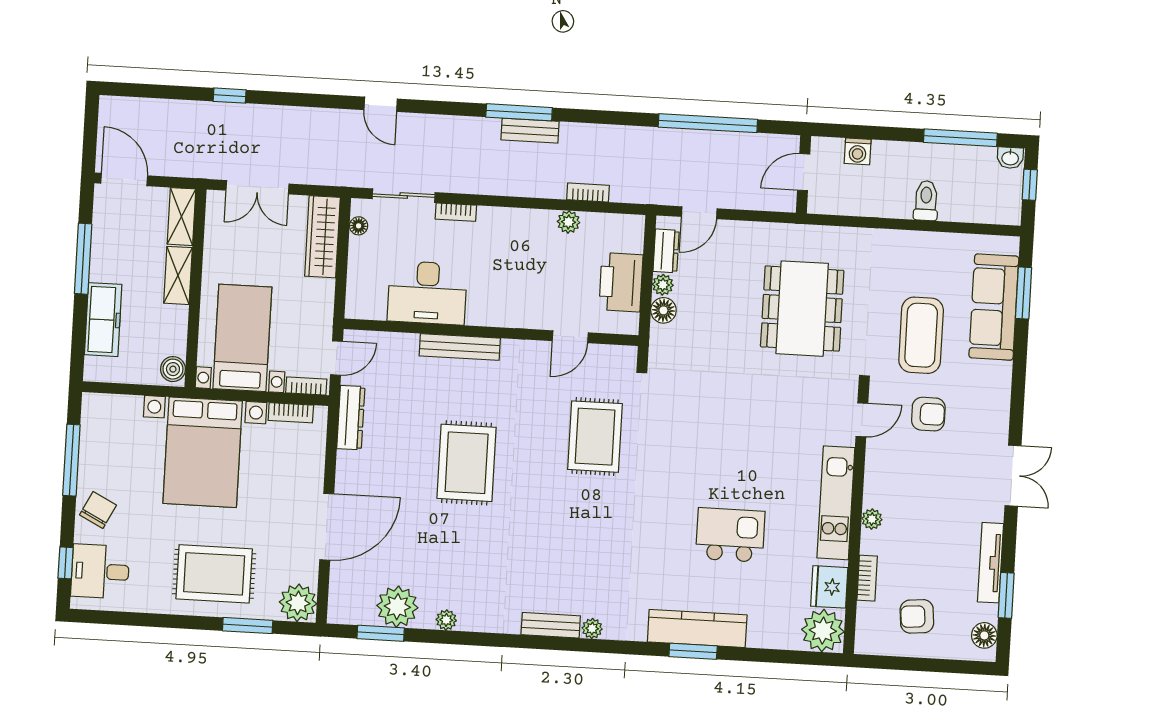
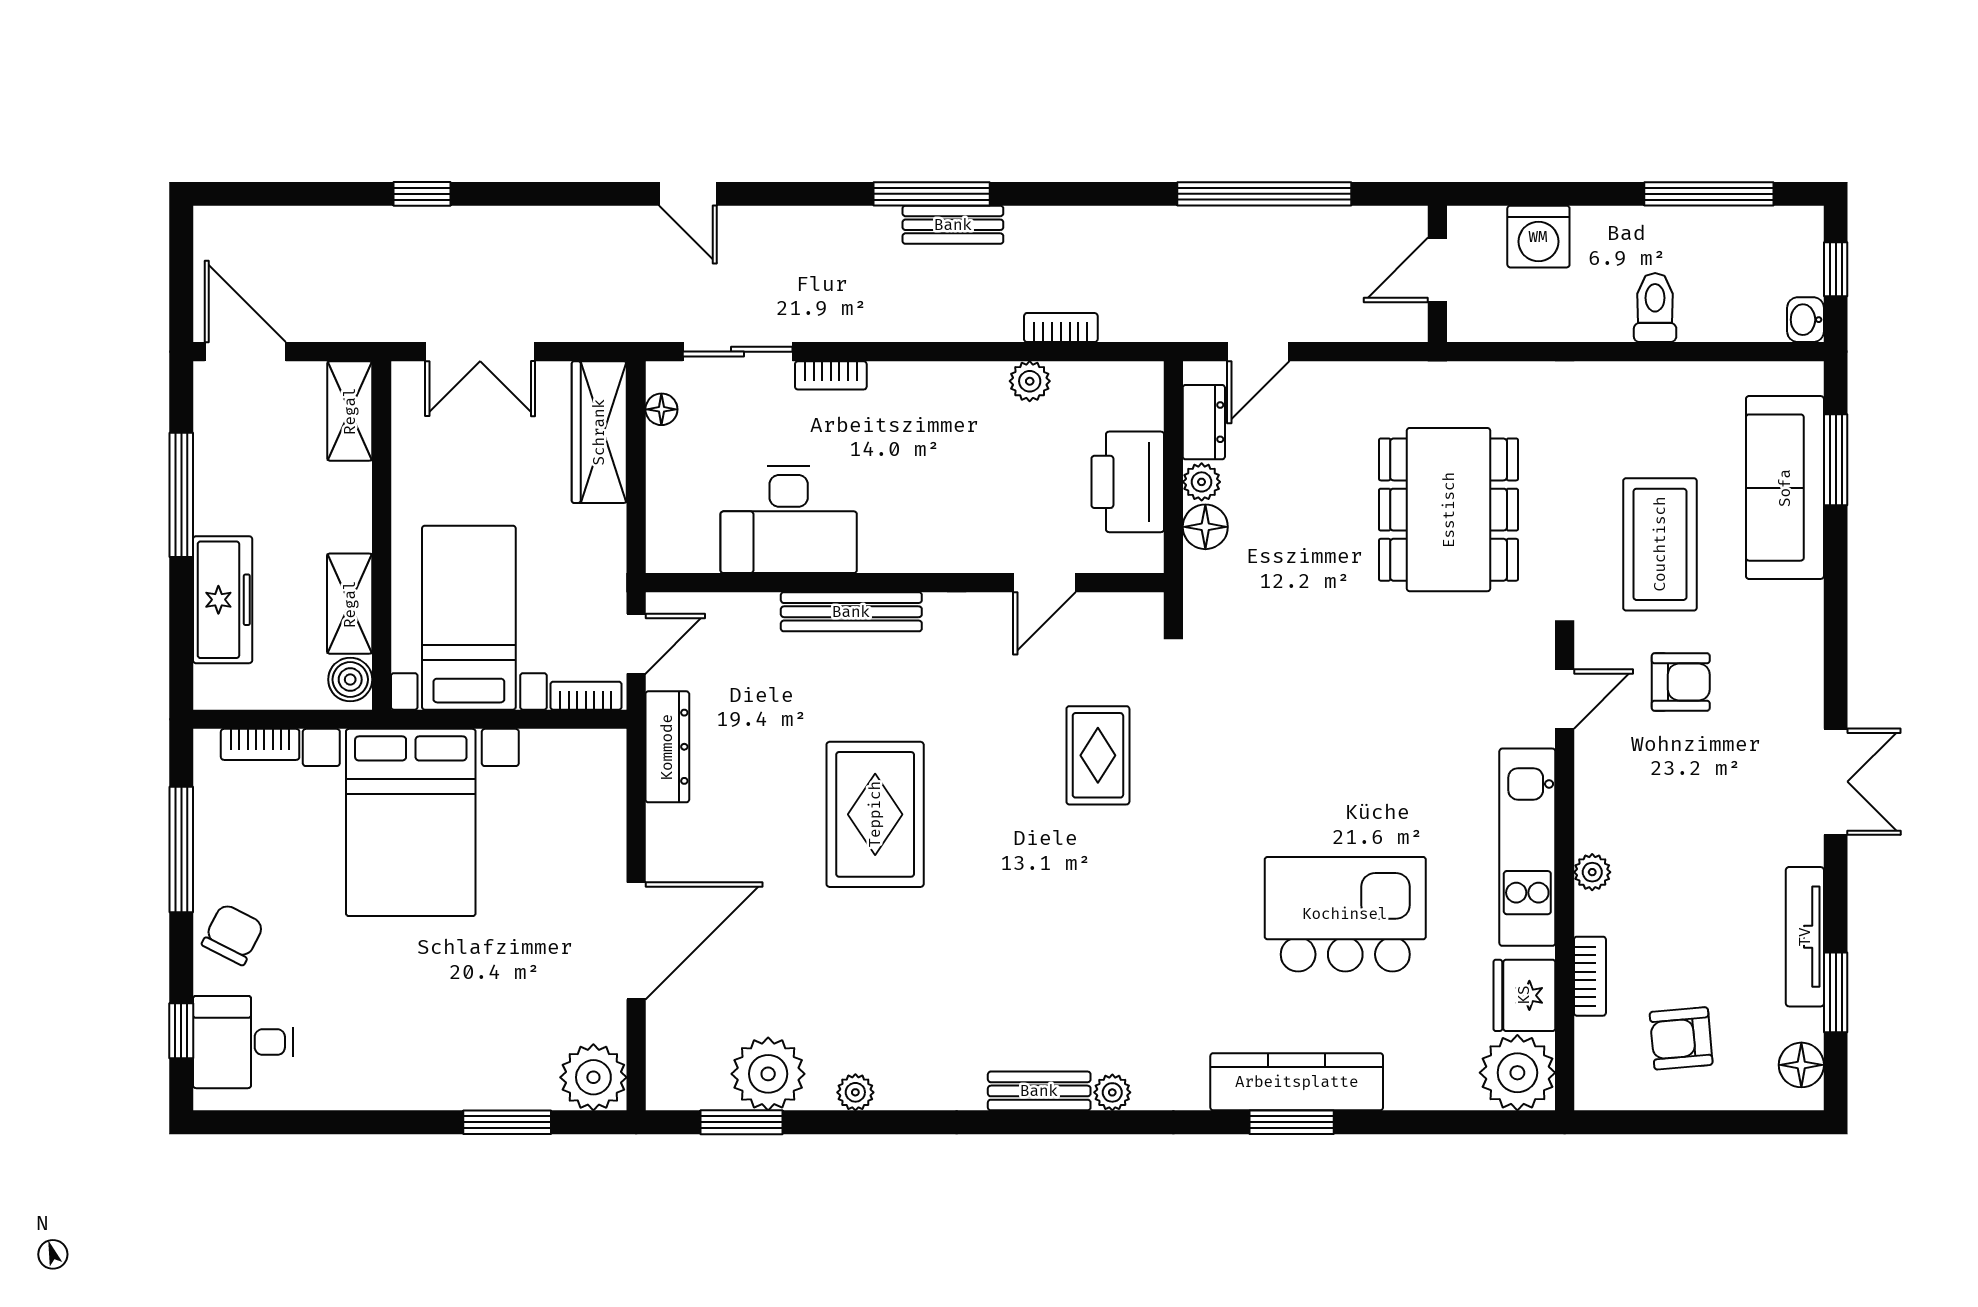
washing machine: (858, 151) -> (1538, 237), width x1.38, depth x1.38
washbasin: (1010, 158) -> (1806, 320), moved, turned 90
shelving: (178, 275) -> (350, 604), moved
bookcase: (291, 413) -> (260, 744), moved
rug: (595, 437) -> (1098, 755), width x0.73, depth x0.70
kitchen island: (730, 535) -> (1345, 914), width x1.37, depth x1.28
rug: (214, 574) -> (443, 1035), removed

